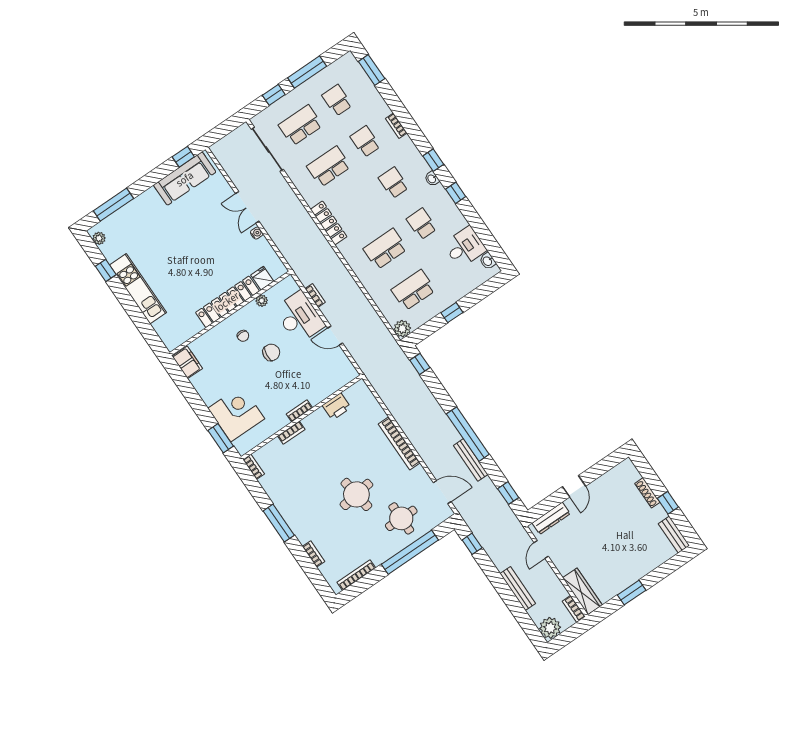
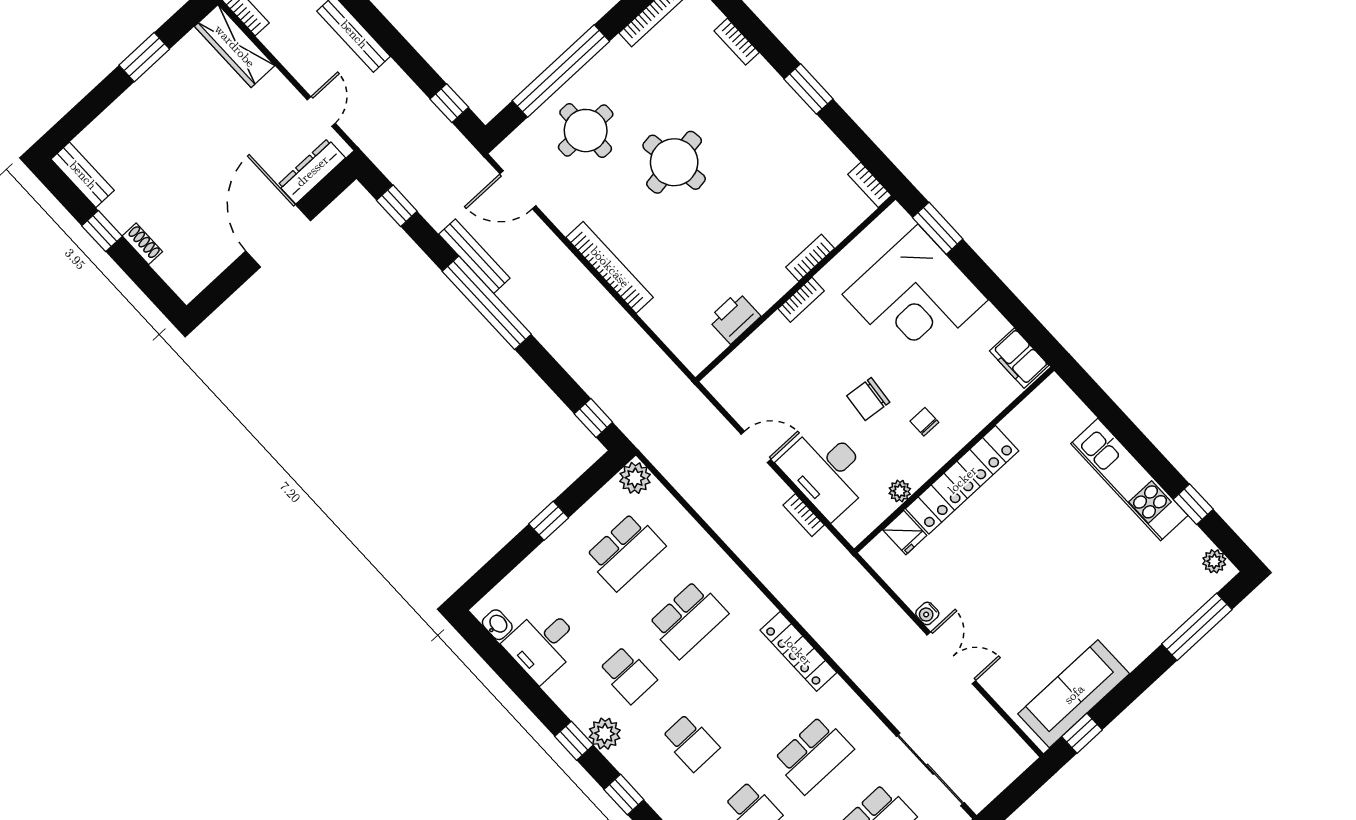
washbasin: (432, 179) -> (621, 760), removed
plant: (439, 194) -> (605, 734), added
corner desk: (236, 414) -> (915, 297), width x1.36, depth x1.36
door: (574, 486) -> (278, 236), width x1.87
shoe rack: (647, 493) -> (142, 244), width x0.70
window: (279, 523) -> (809, 89), width x0.69

